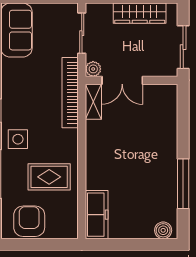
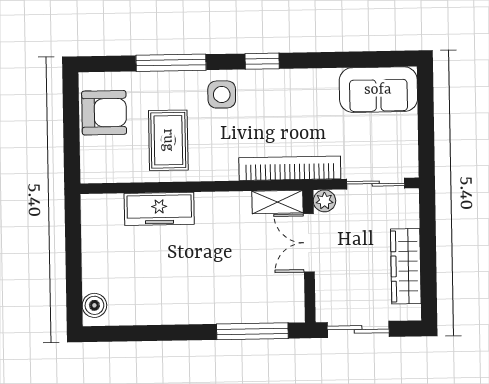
window: (183, 184) -> (252, 331), moved
freezer: (97, 215) -> (159, 209), moved

